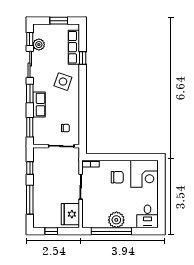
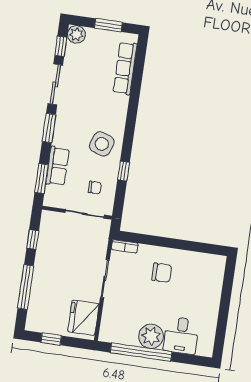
plant: (39, 45) -> (76, 34), moved
window: (83, 58) -> (124, 171), moved
side table: (63, 82) -> (102, 144), moved
row of seats: (39, 105) -> (58, 166), moved
corner desk: (145, 174) -> (203, 274), removed
desk: (147, 216) -> (181, 335), moved

